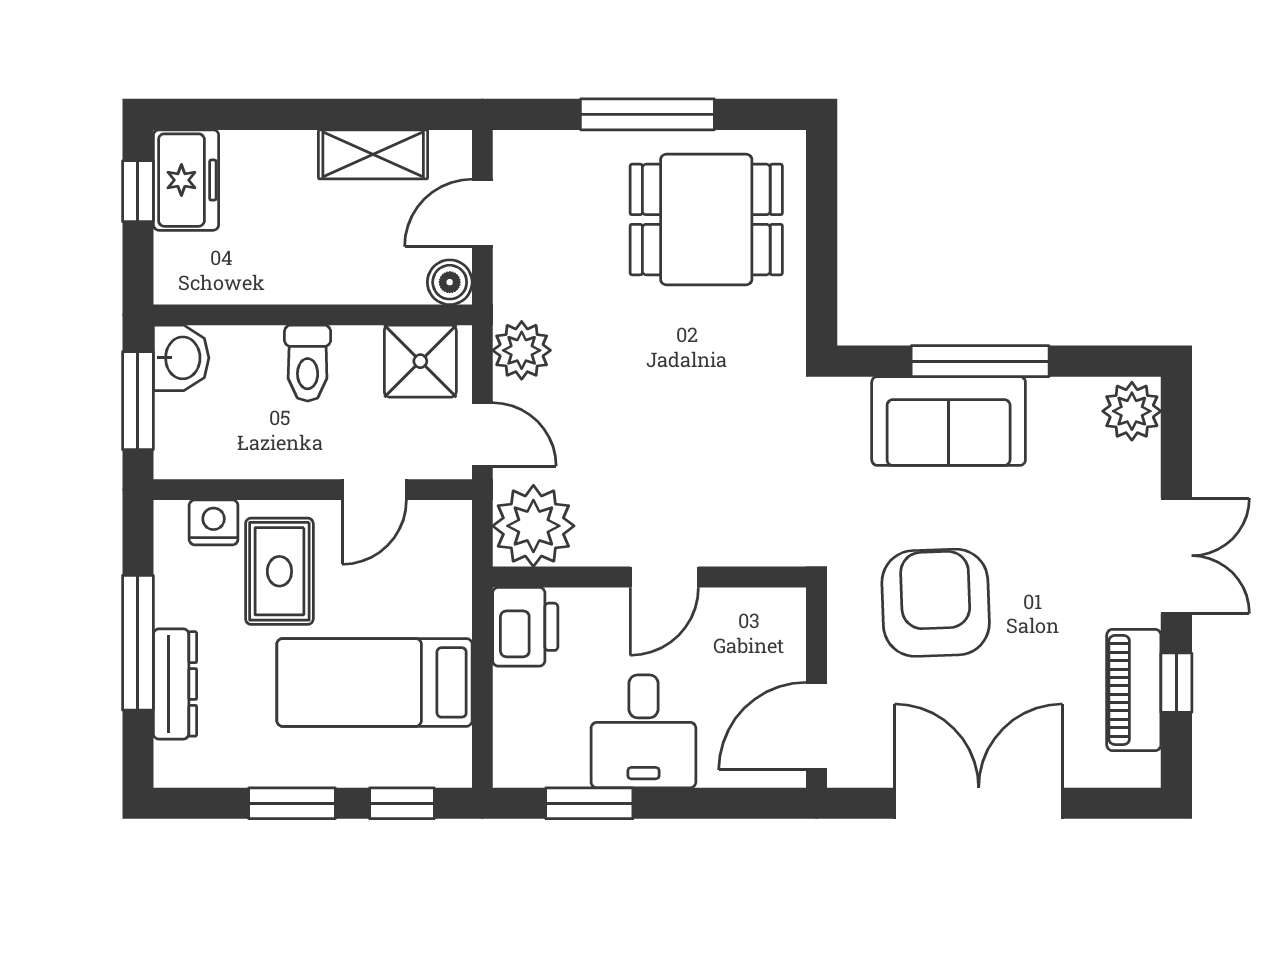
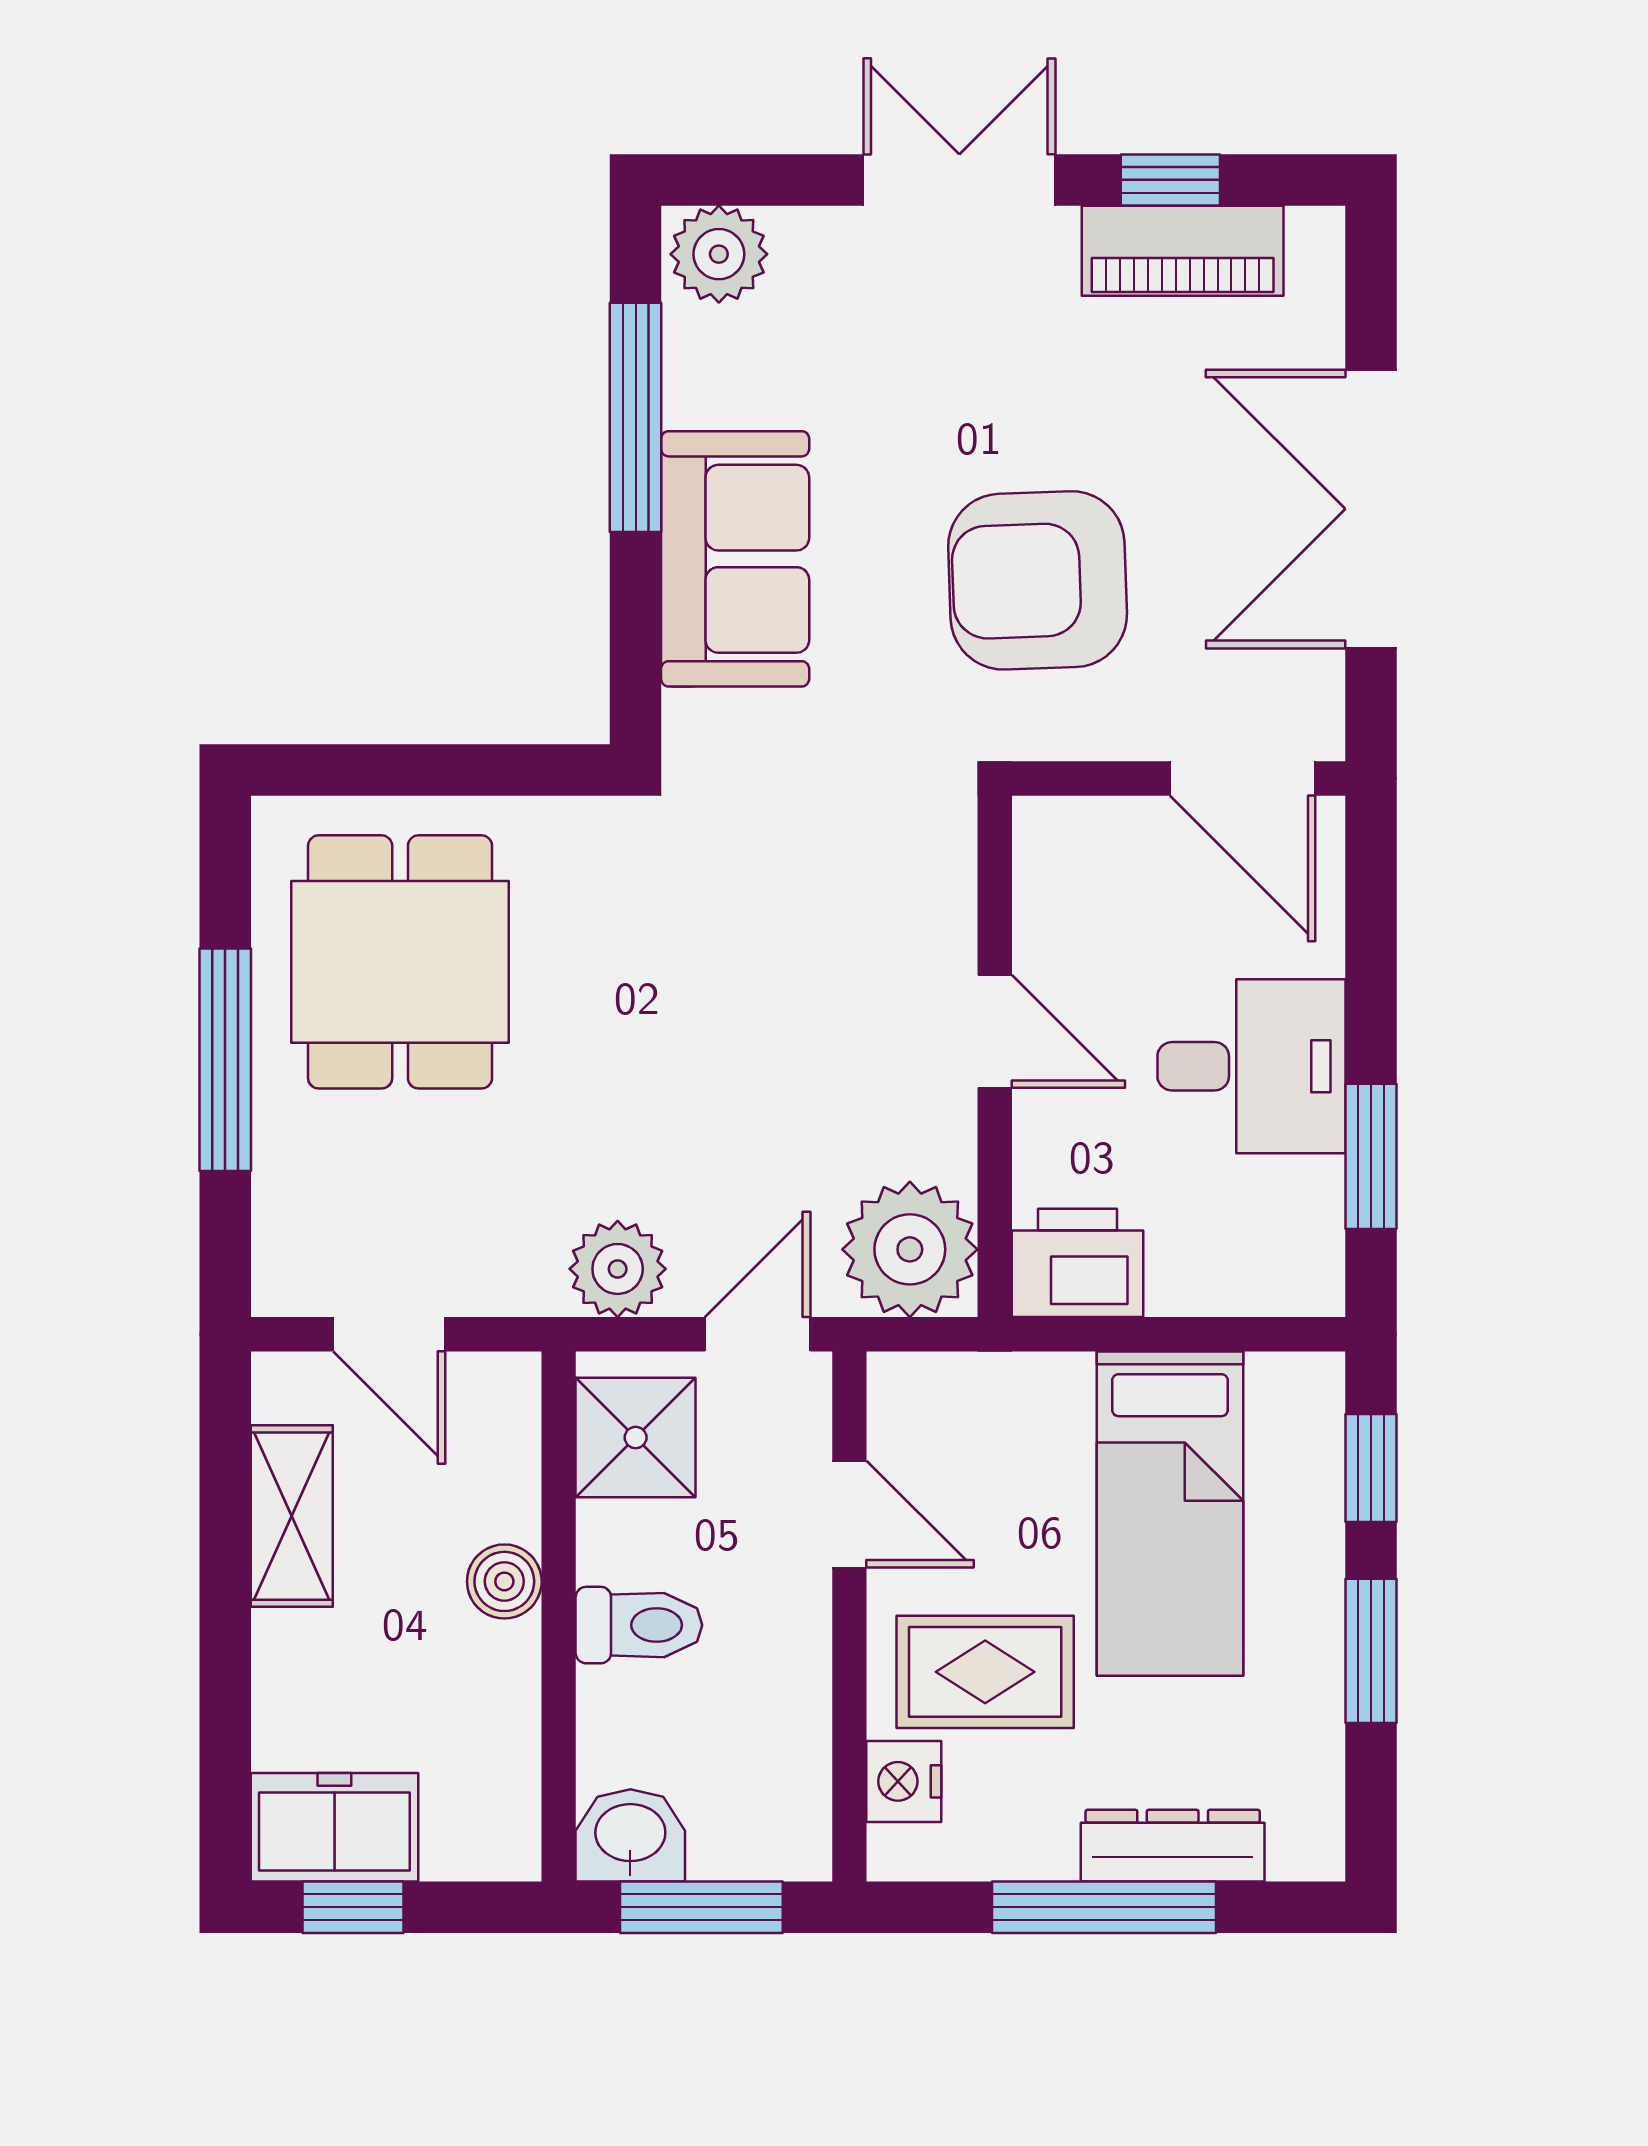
boiler: (450, 282) -> (504, 1581), moved
window: (980, 361) -> (636, 417), moved

